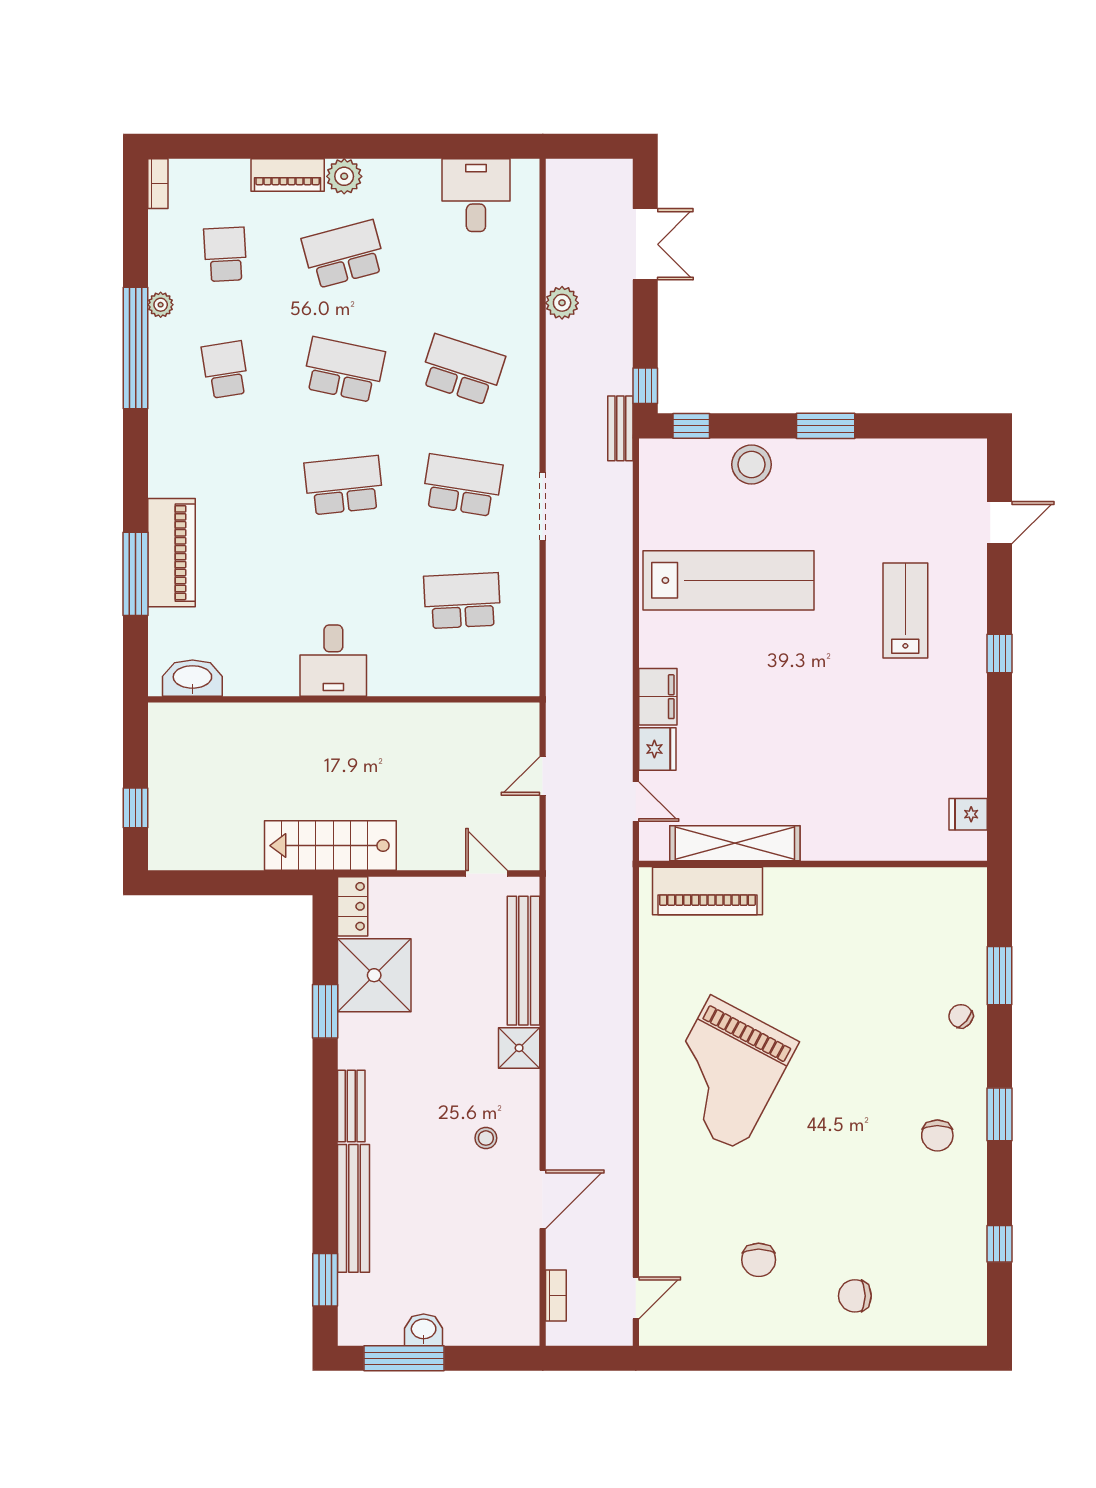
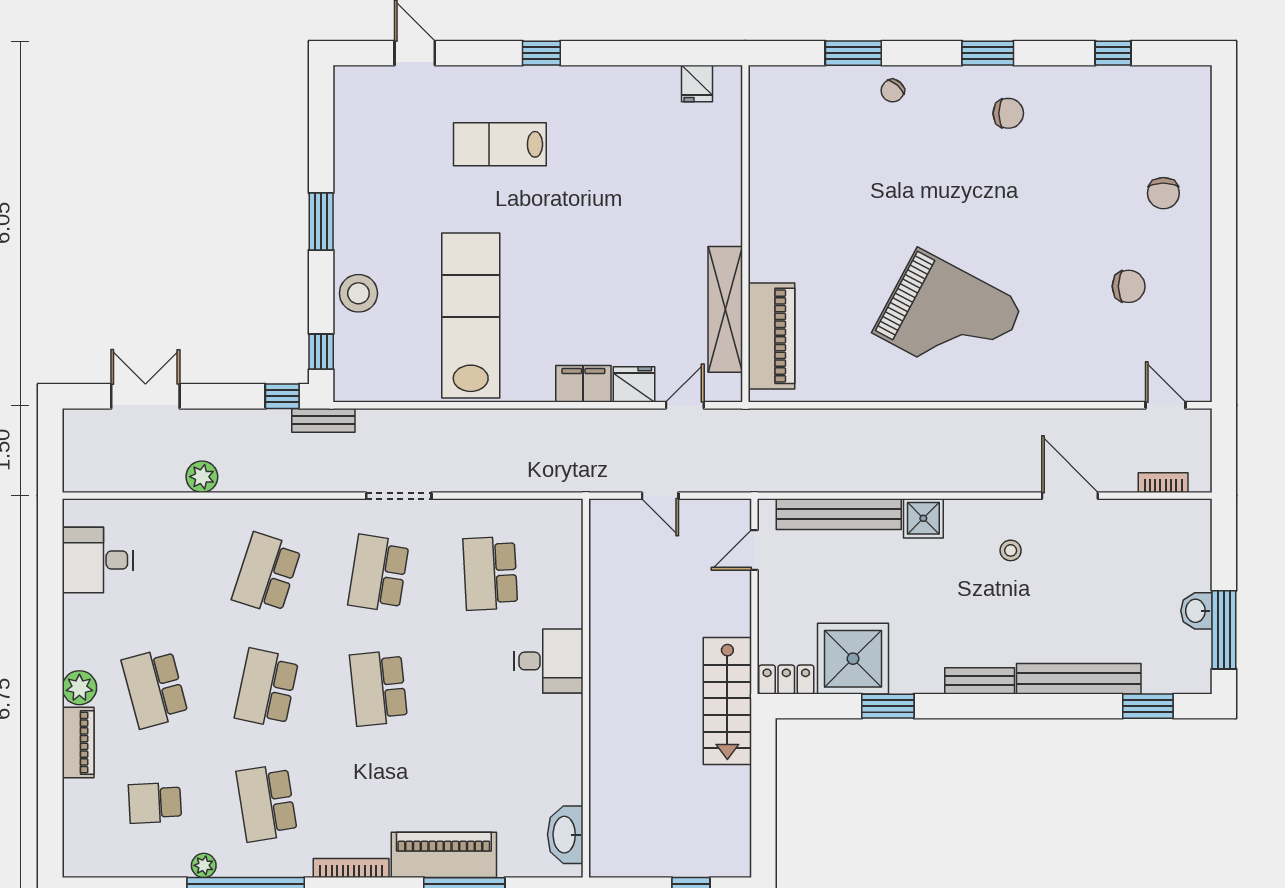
bookcase: (158, 184) -> (351, 868), moved, width x1.56
school desk: (225, 370) -> (267, 803), width x1.85
desk: (333, 661) -> (548, 661), moved

